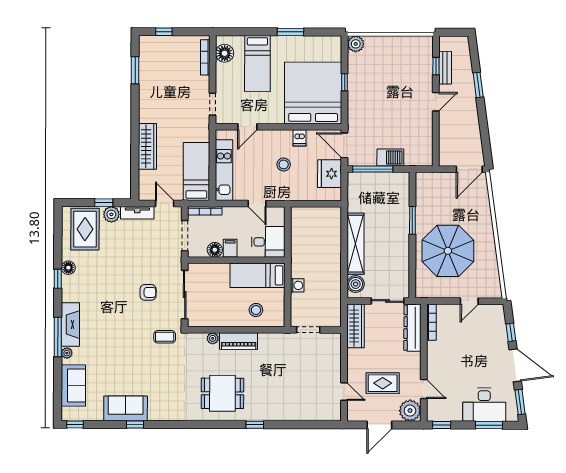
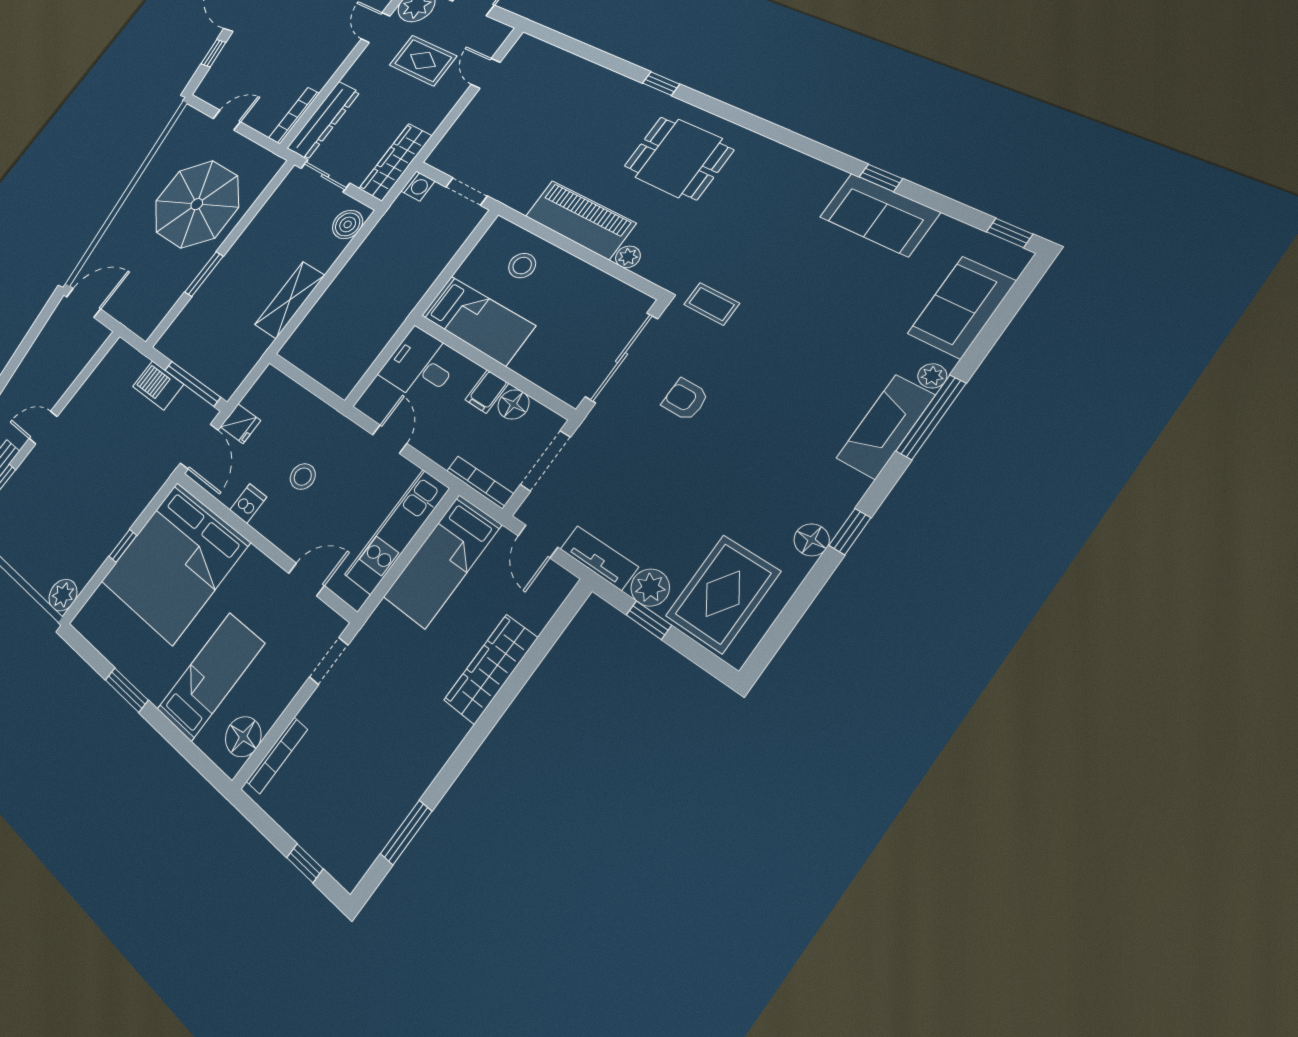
fridge: (330, 174) -> (240, 424), width x0.53, depth x0.75
shelving: (356, 244) -> (290, 300), width x0.68
washing machine: (297, 285) -> (418, 186), moved, turned 180
piano: (239, 341) -> (580, 220), width x1.37, depth x1.33

